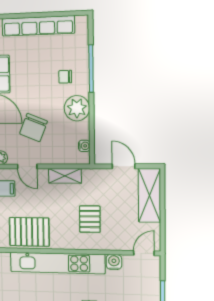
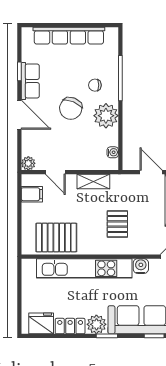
chair: (34, 128) -> (71, 108), moved

